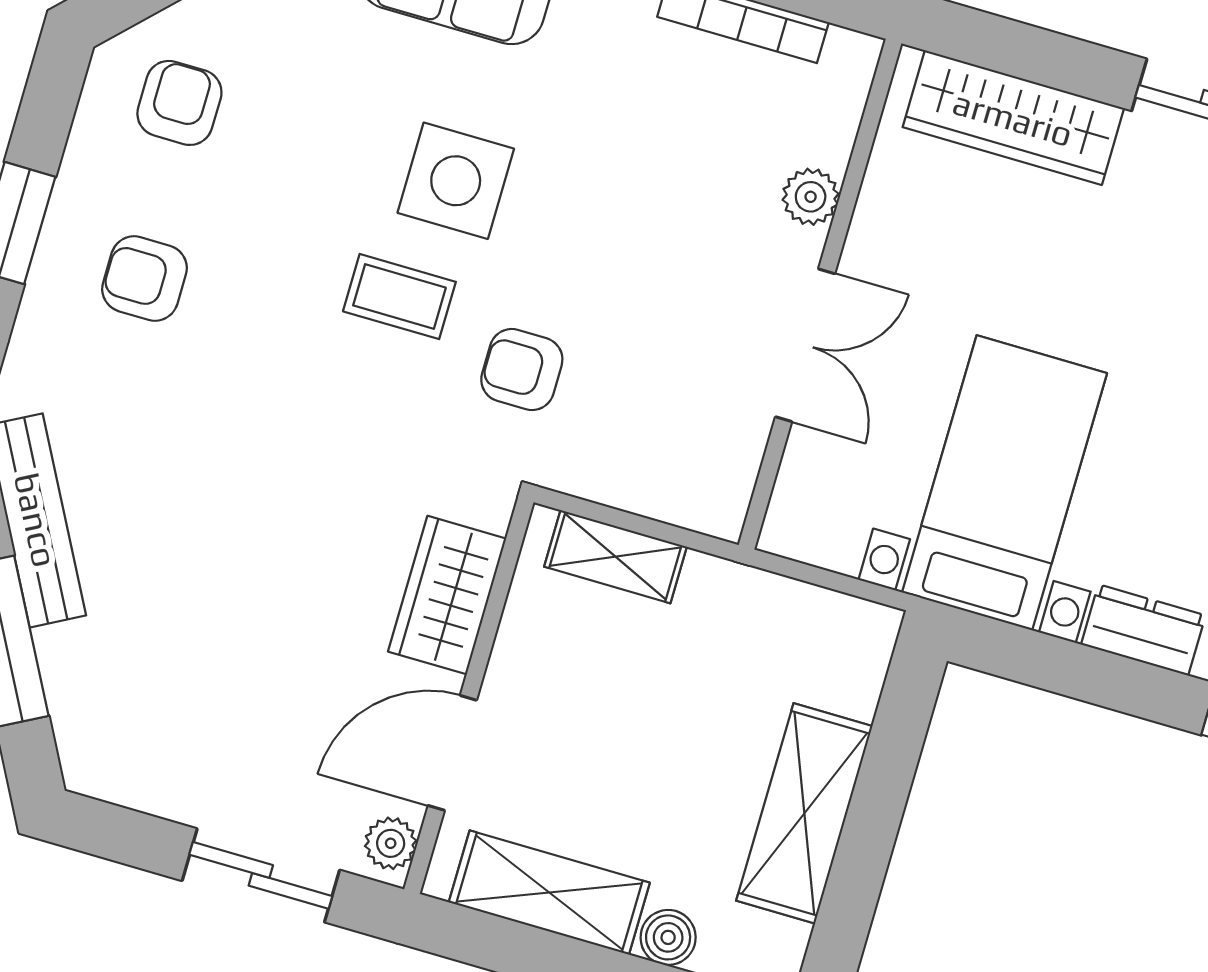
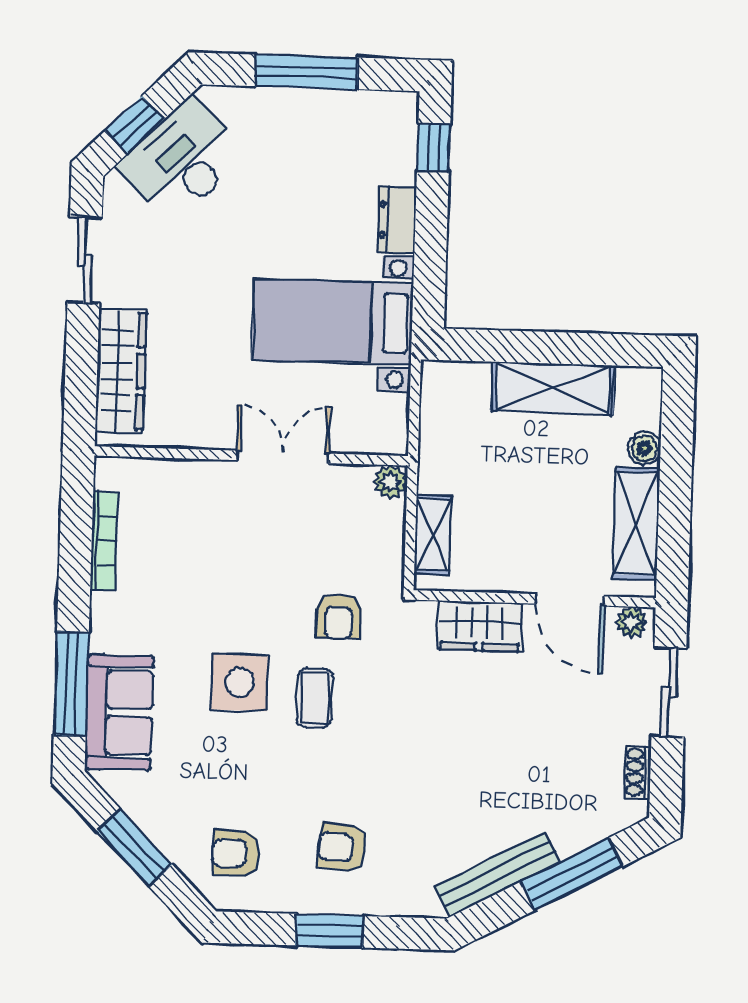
plant: (811, 197) -> (390, 482), moved
armchair: (145, 279) -> (342, 848), turned 95
shoe rack: (144, 791) -> (638, 772), added

